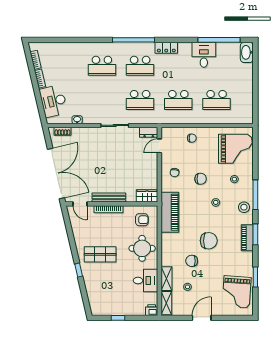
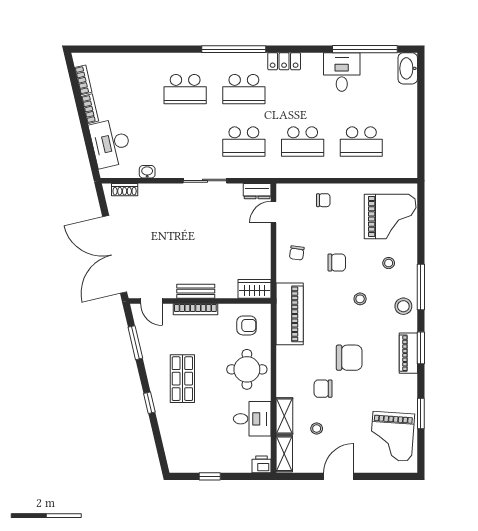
double door: (56, 173) -> (115, 254), swing flipped
bench: (109, 197) -> (196, 291), width x0.73
window: (69, 231) -> (135, 343), added
shop shelf: (100, 254) -> (182, 379), turned 90

